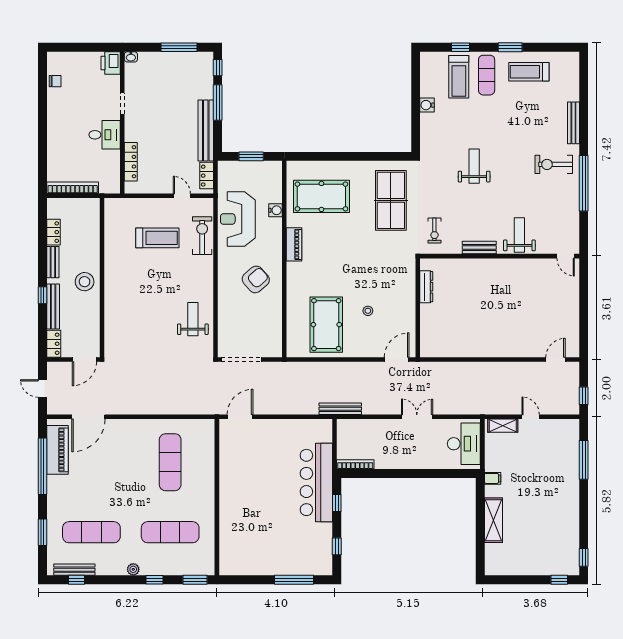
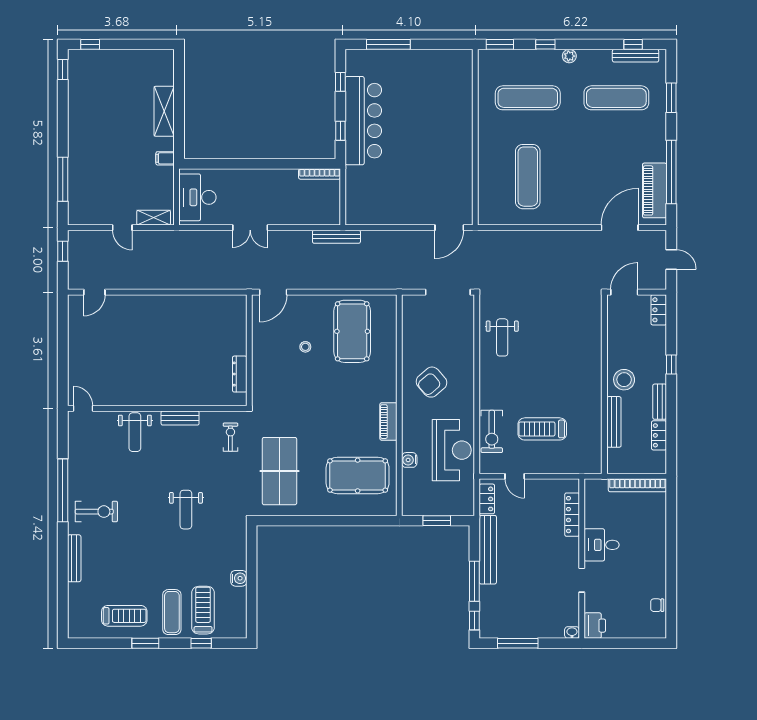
bench: (53, 306) -> (614, 422), moved
bar counter: (316, 482) -> (363, 121), moved

